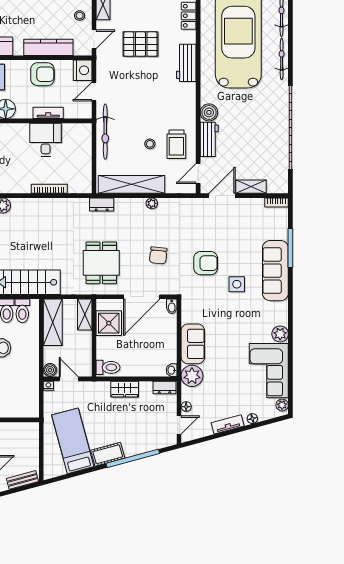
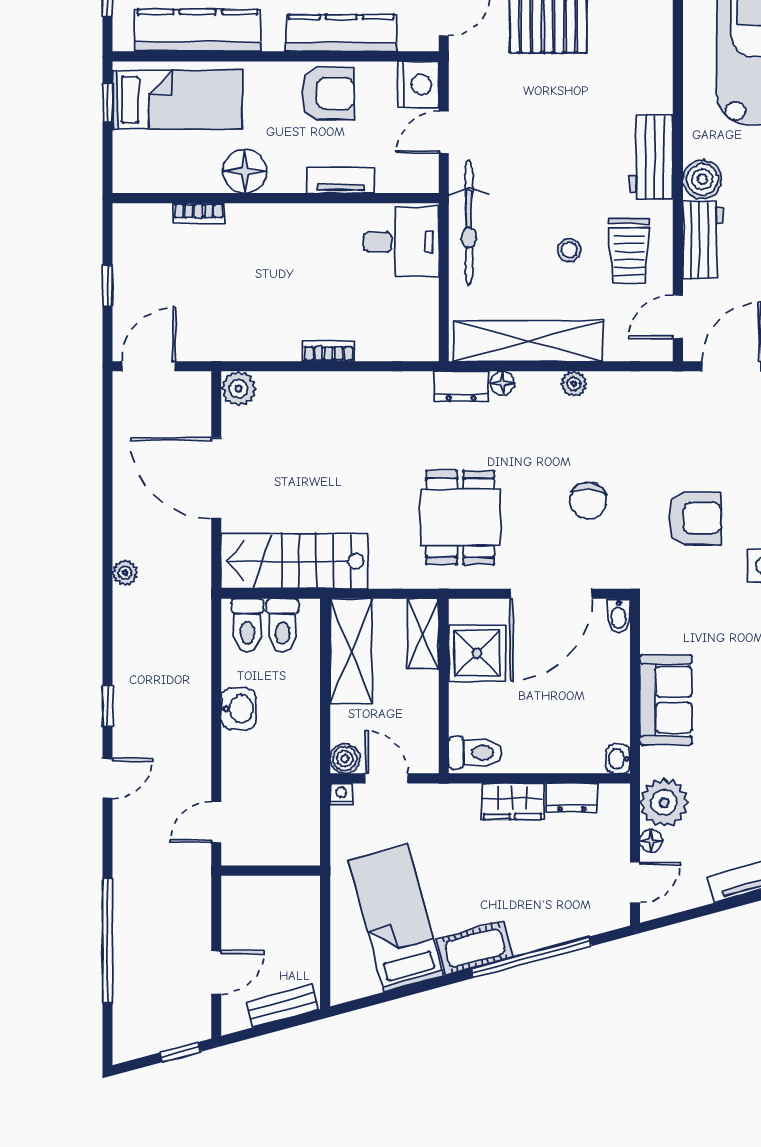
workbench: (186, 63) -> (651, 157), moved
desk: (46, 140) -> (401, 242), moved, turned 90
bookcase: (49, 189) -> (328, 351), width x0.64
floor lamp: (120, 203) -> (502, 383), added
plant: (192, 376) -> (664, 803), moved
dresser: (165, 387) -> (572, 798), moved

